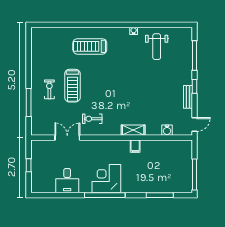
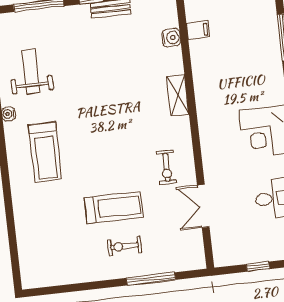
treadmill: (90, 46) -> (45, 152), moved
weight bench: (157, 47) -> (31, 71), turned -90
filing cabinet: (135, 146) -> (198, 30), moved

